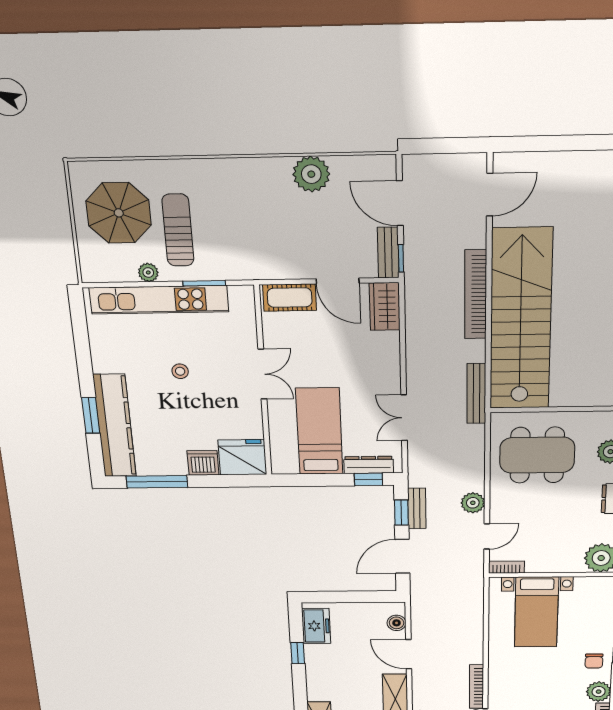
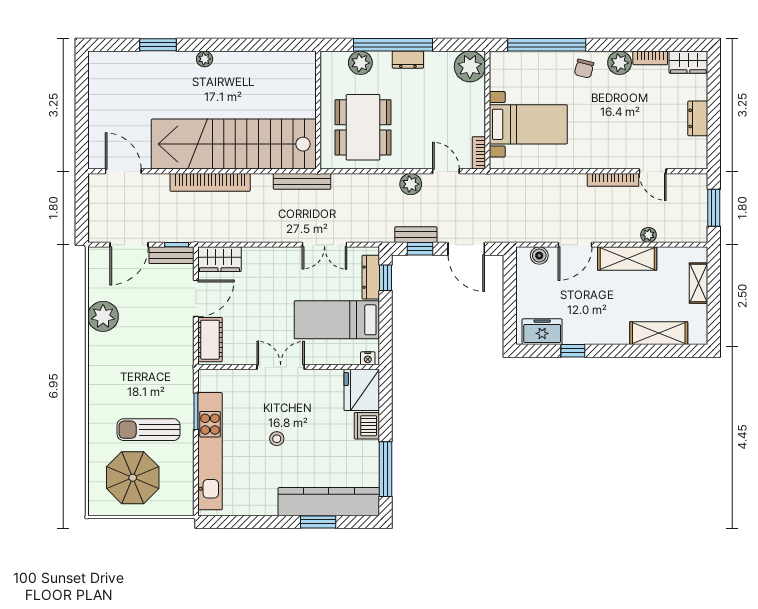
plant: (148, 272) -> (185, 458), removed
nightstand: (278, 463) -> (368, 358), added
chair: (594, 661) -> (584, 69), turned 104

